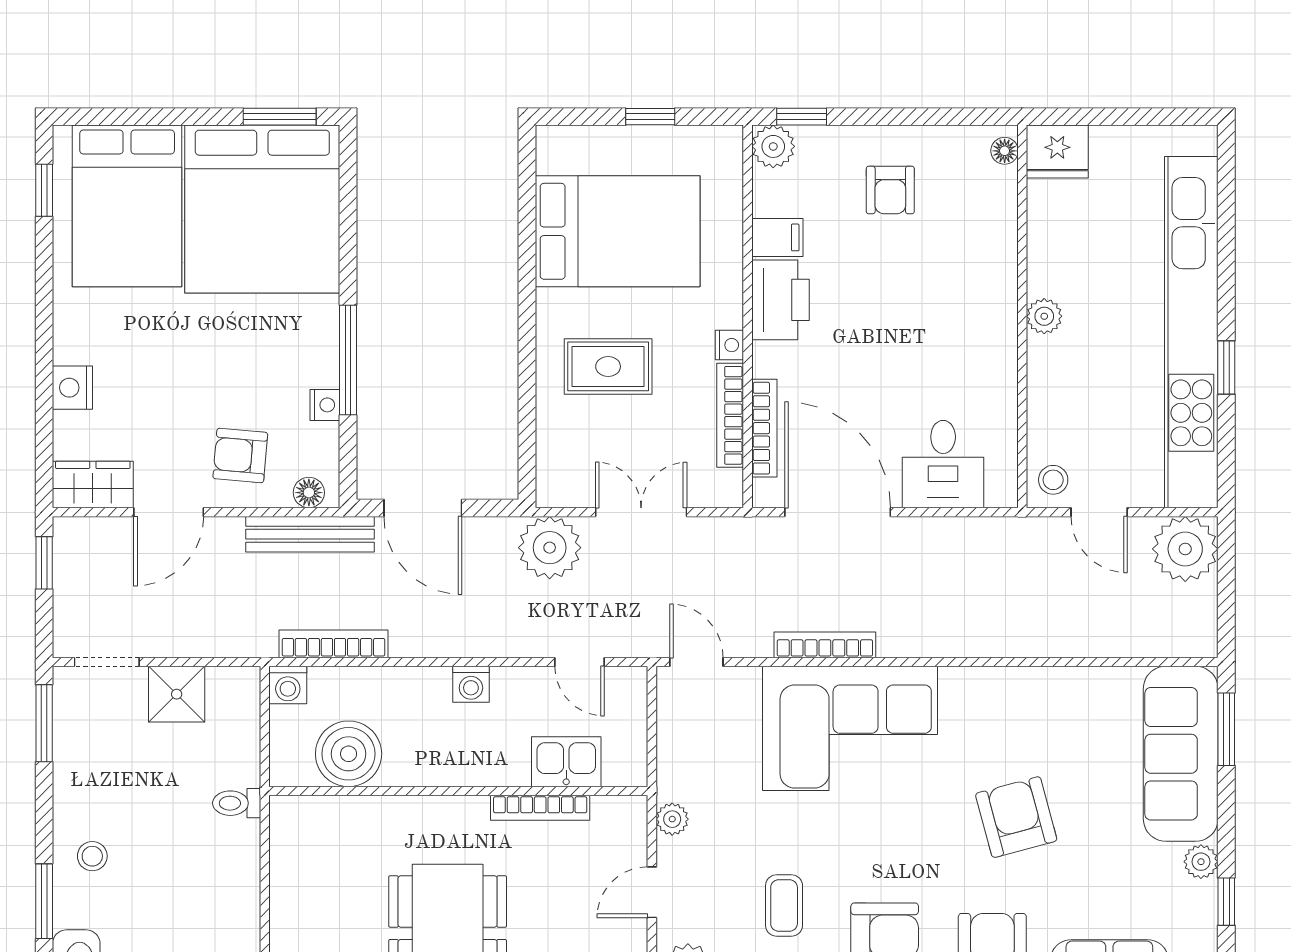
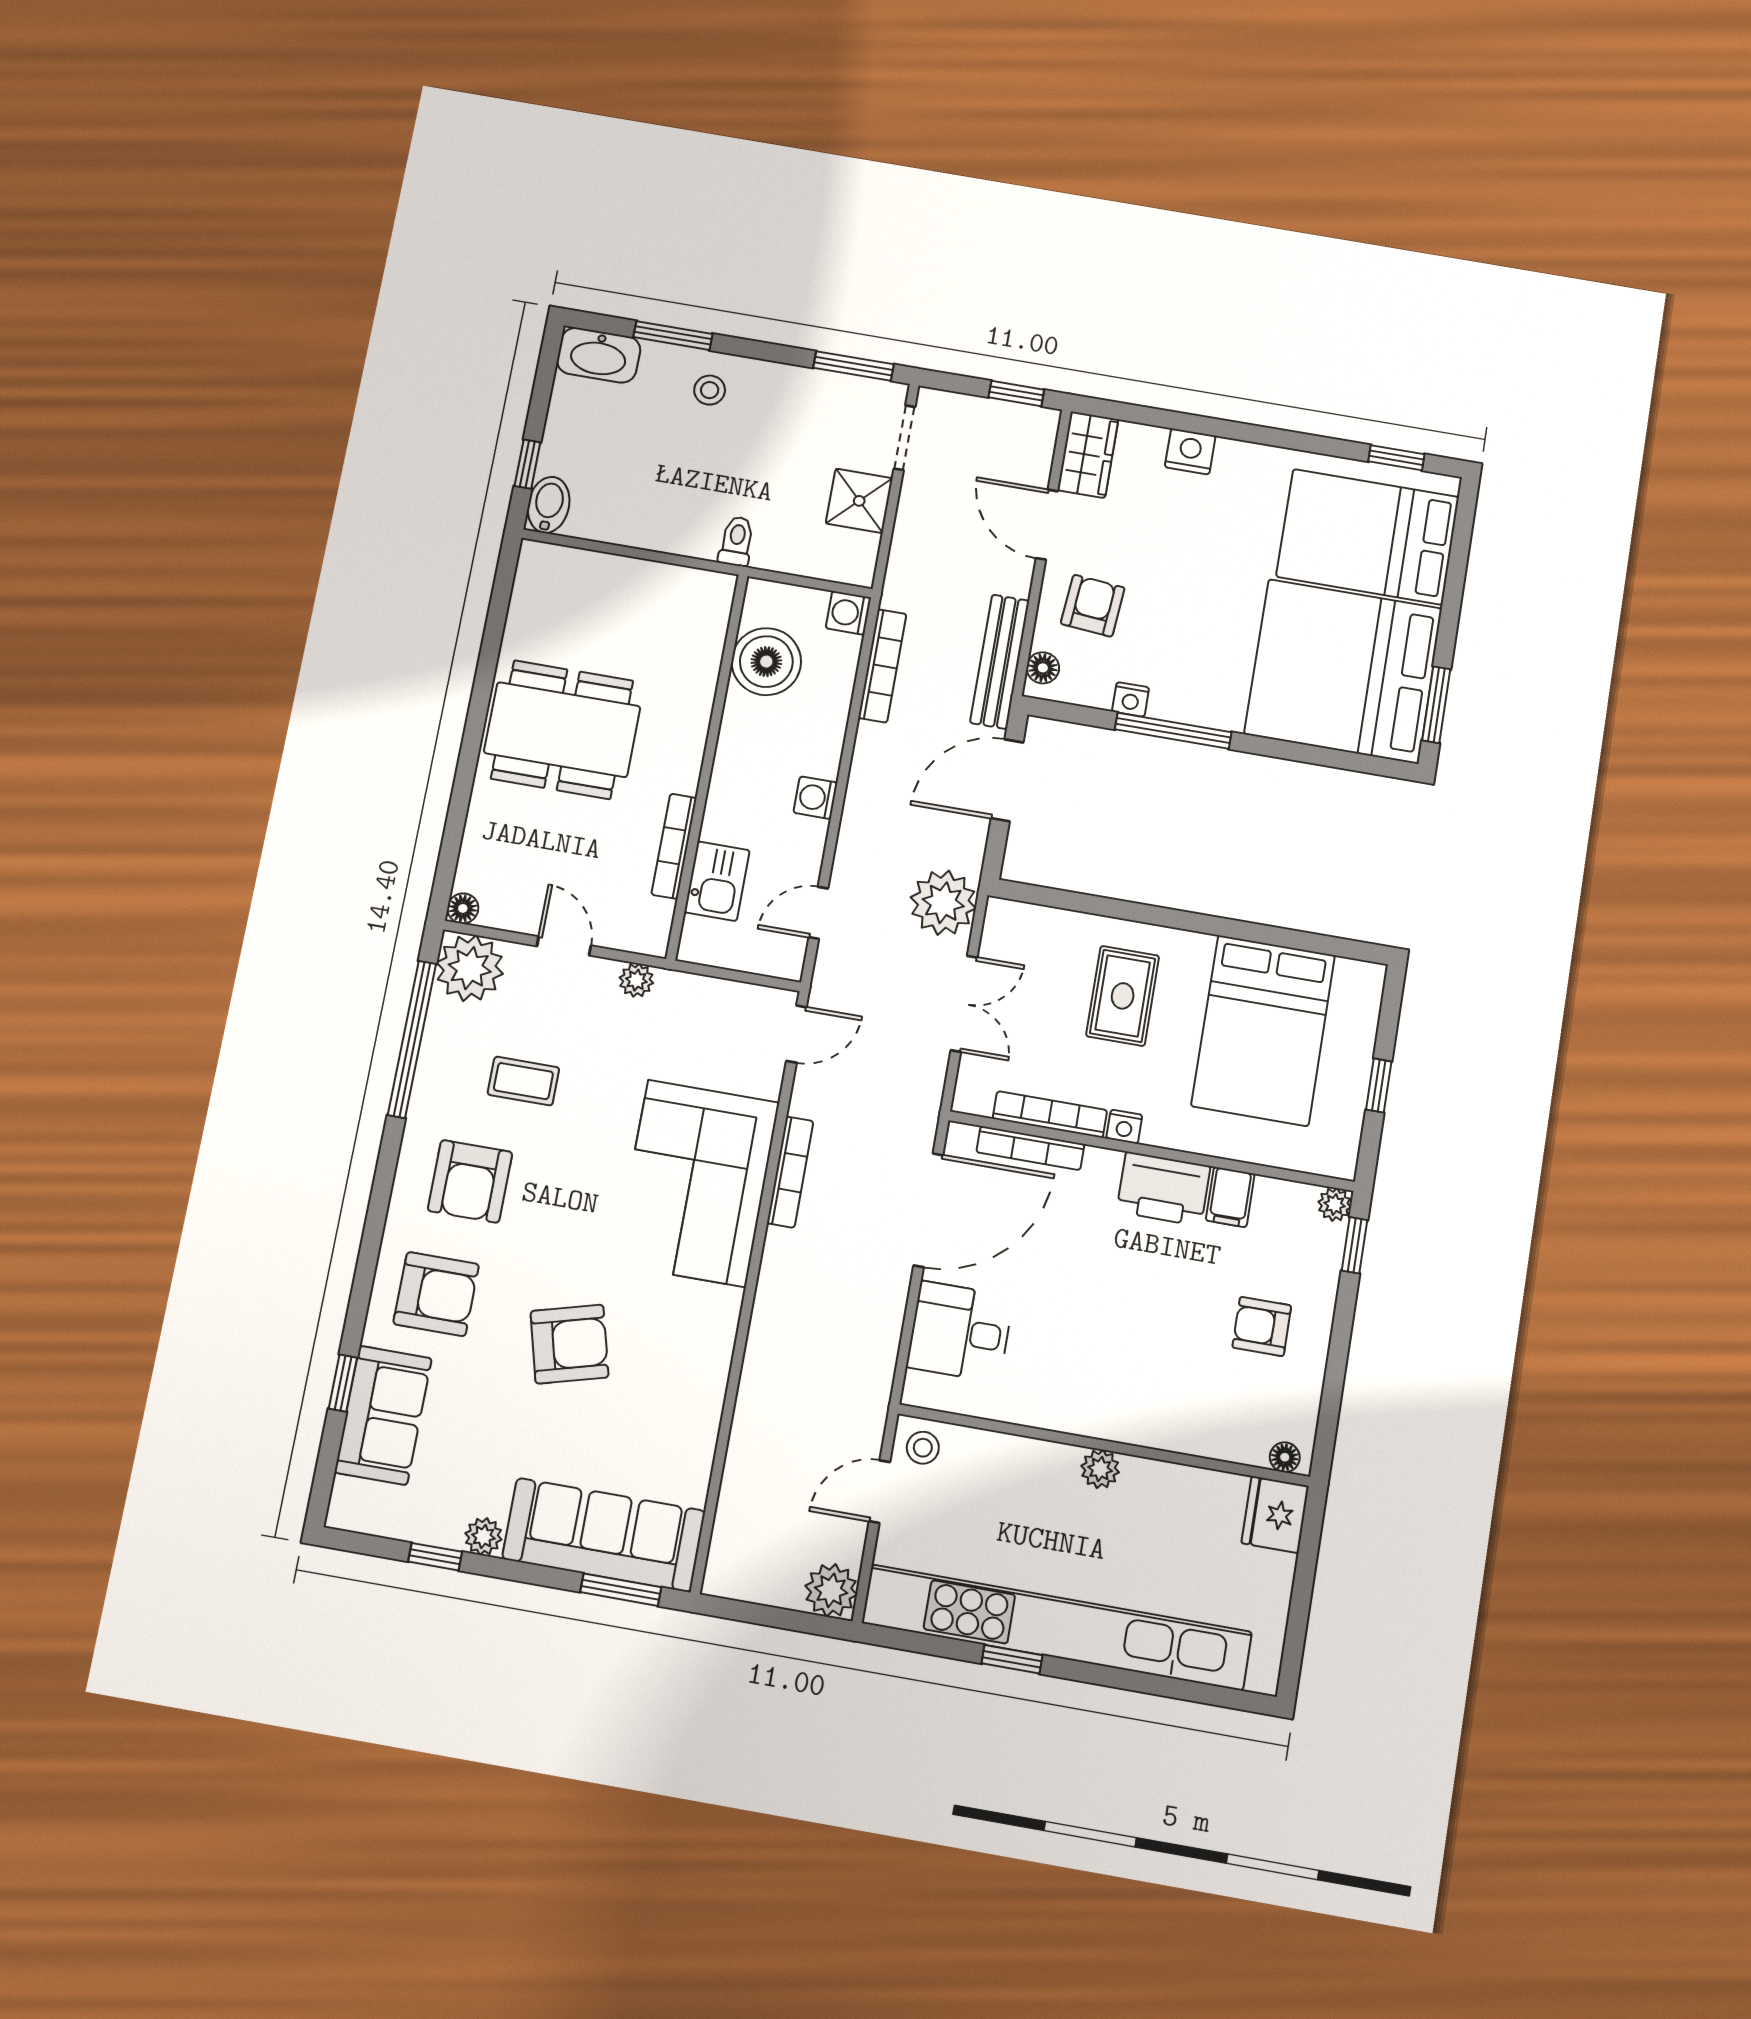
plant: (773, 146) -> (1335, 1204), width x0.73, depth x0.73
plant: (1185, 549) -> (831, 1590), width x0.73, depth x0.73

